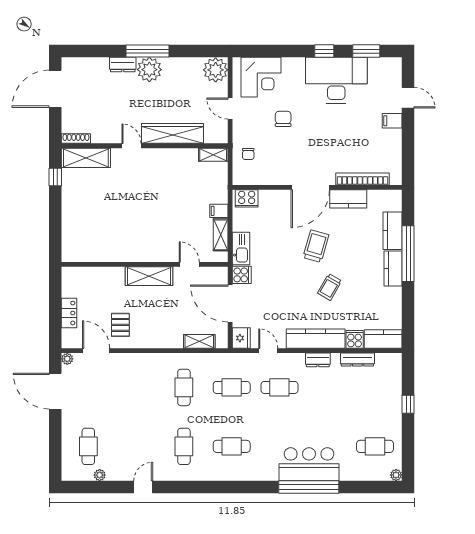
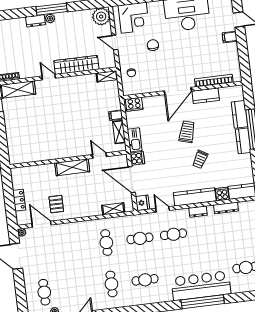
plant: (149, 70) -> (50, 18), width x0.53, depth x0.53
bar counter: (309, 464) -> (201, 286), width x1.36

